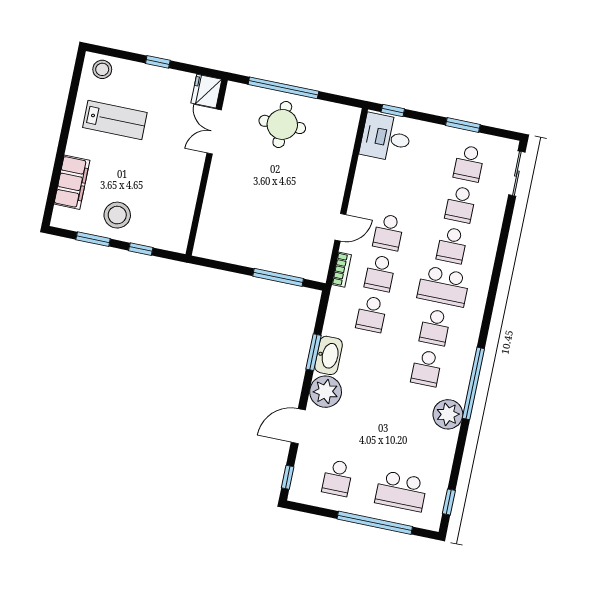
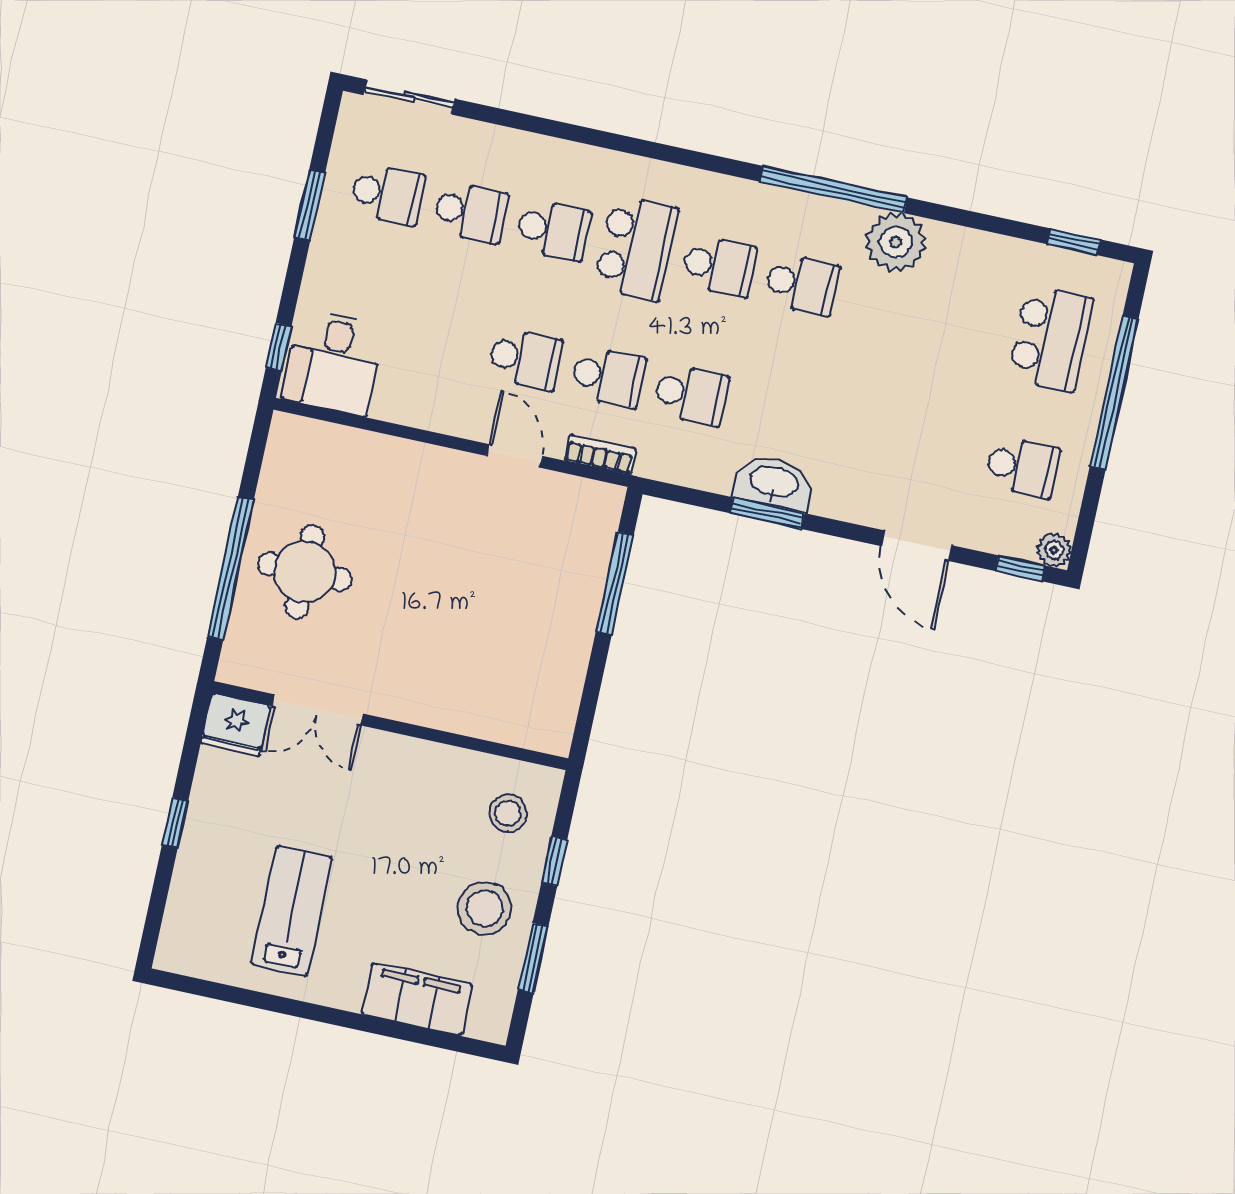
stool: (102, 69) -> (508, 813), moved
plant: (326, 392) -> (1054, 550), moved, width x0.53, depth x0.53

